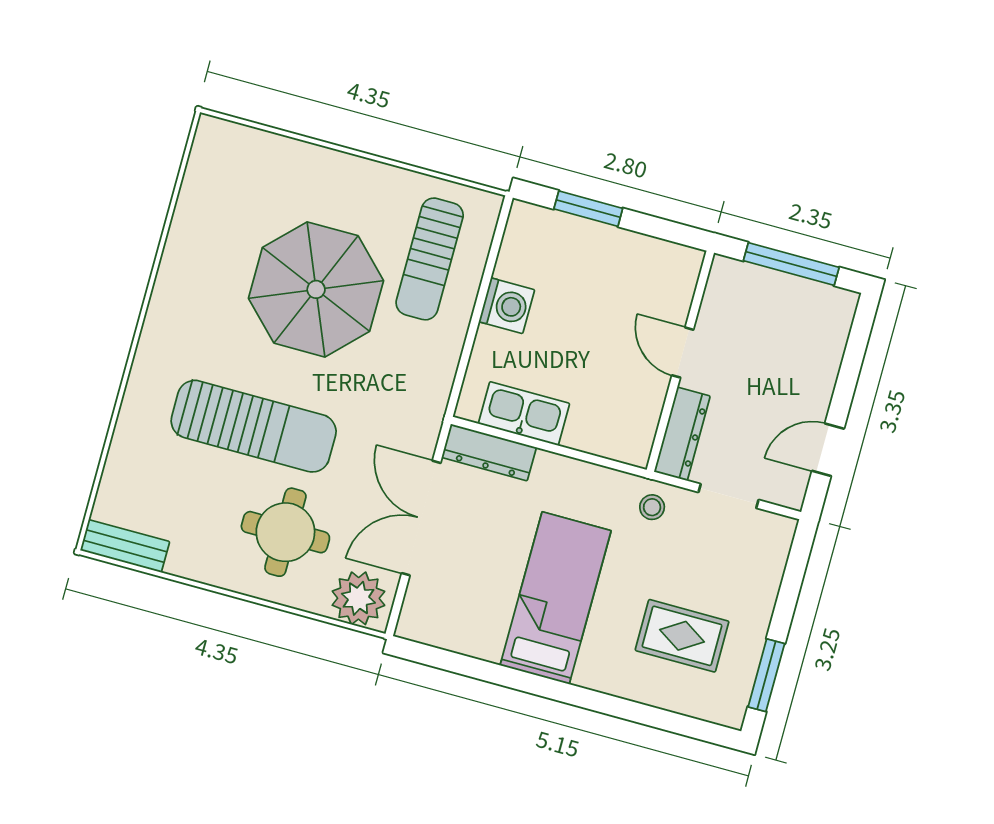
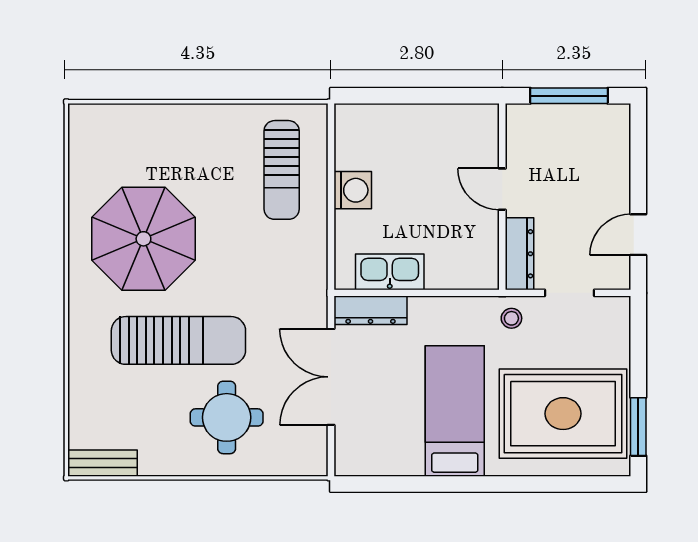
window: (588, 209) -> (396, 96), removed
parasol: (316, 289) -> (143, 239), moved
plant: (358, 598) -> (299, 454), removed
rug: (682, 636) -> (563, 414), width x1.86, depth x2.06

